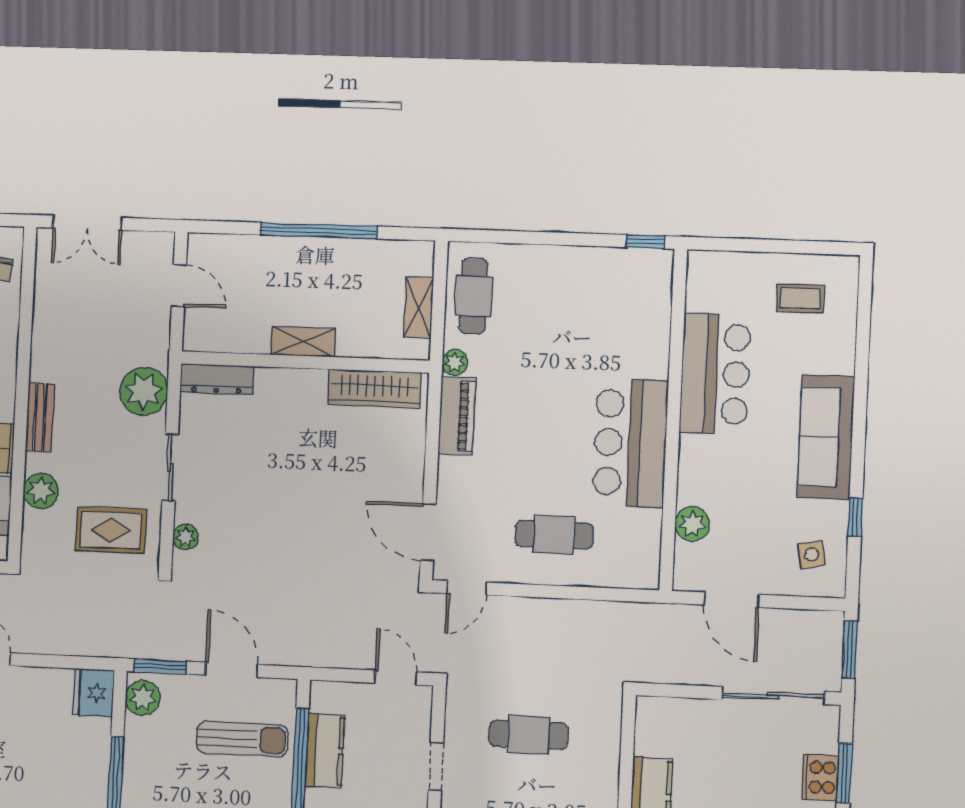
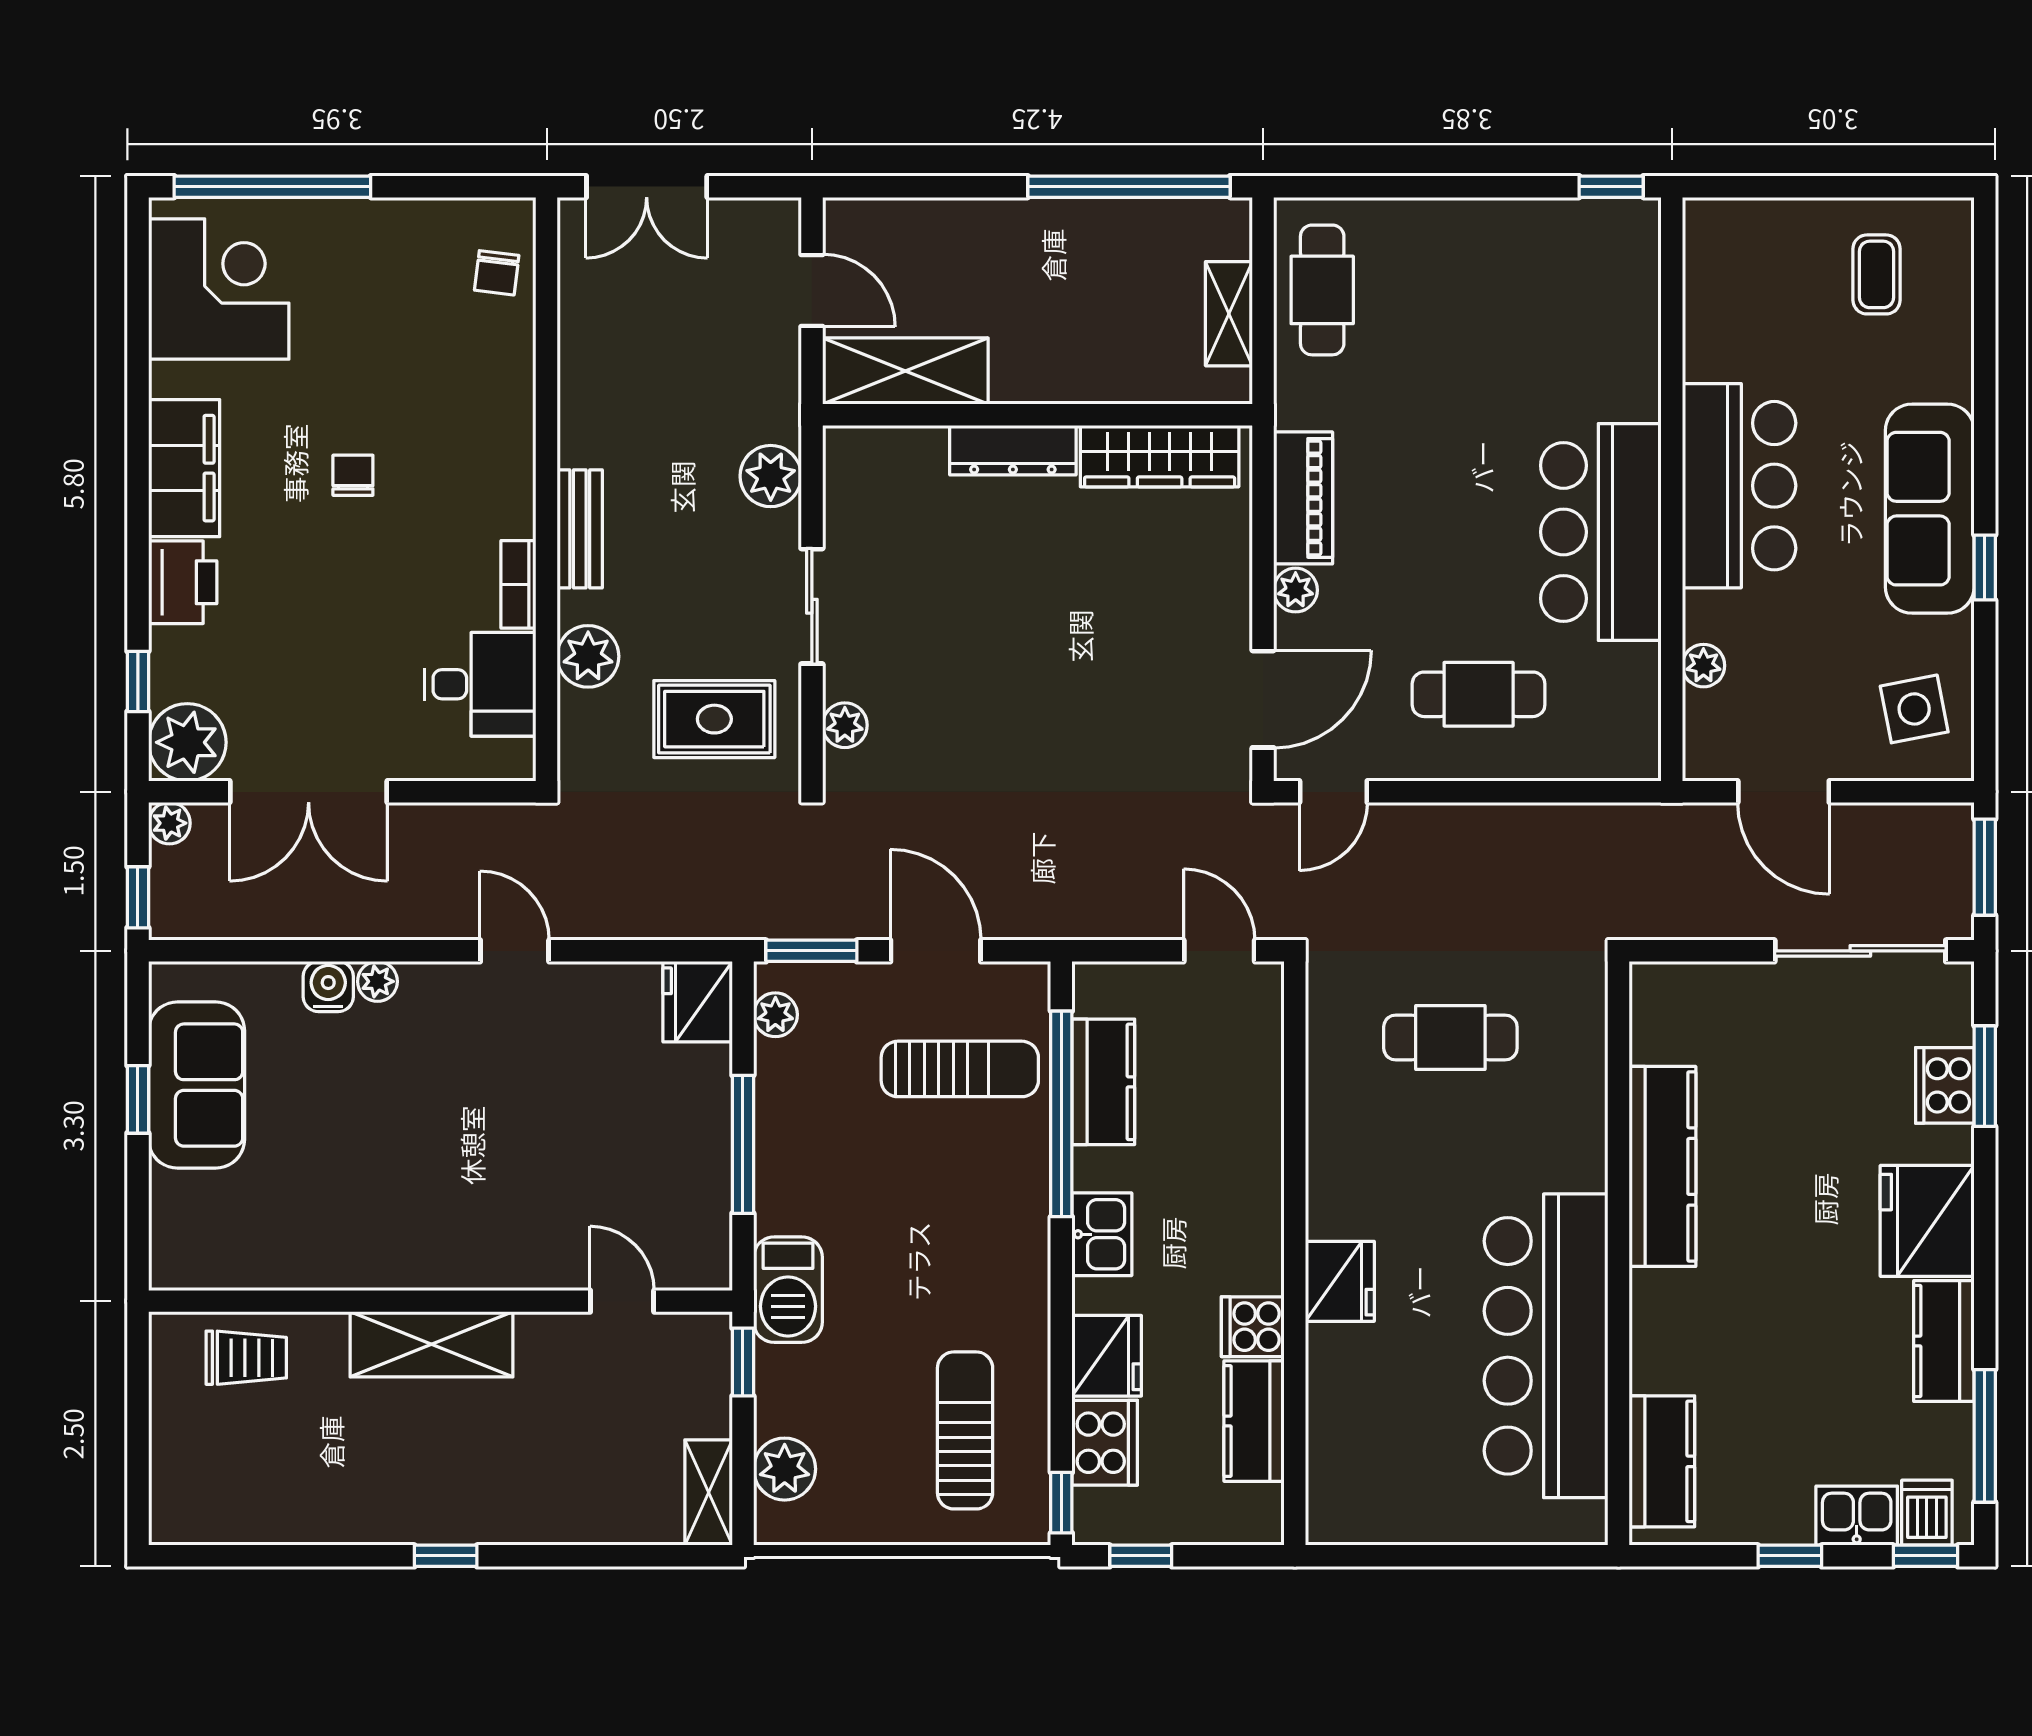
window: (318, 231) -> (1129, 187), moved
coffee table: (800, 298) -> (1877, 274), turned 90
shelving: (303, 342) -> (905, 371), moved, width x1.50, depth x1.33
plant: (455, 363) -> (1296, 590), moved
bar counter: (715, 374) -> (1739, 486), moved
dresser: (217, 379) -> (1013, 450), moved
plant: (144, 391) -> (771, 476), width x0.73, depth x0.73
window: (855, 517) -> (1985, 568), moved
plant: (692, 524) -> (1703, 666), width x0.73, depth x0.73
door: (428, 532) -> (1263, 699), swing flipped
side table: (811, 554) -> (1914, 709), width x1.37, depth x1.37
plant: (143, 698) -> (775, 1015), width x0.73, depth x0.73
doorway: (436, 767) -> (1295, 1100), removed

